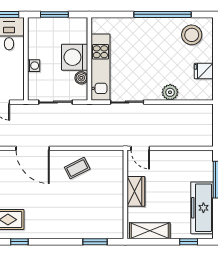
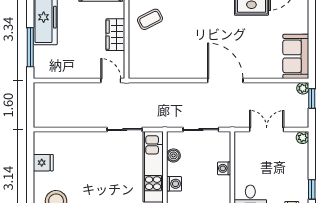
washing machine: (75, 57) -> (174, 184), width x0.53, depth x0.53
plant: (170, 92) -> (79, 140), removed
coffee table: (77, 168) -> (150, 19), moved

